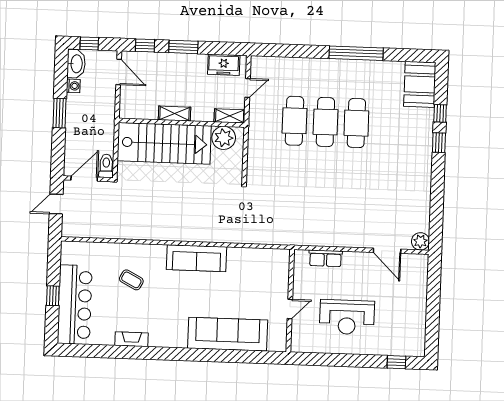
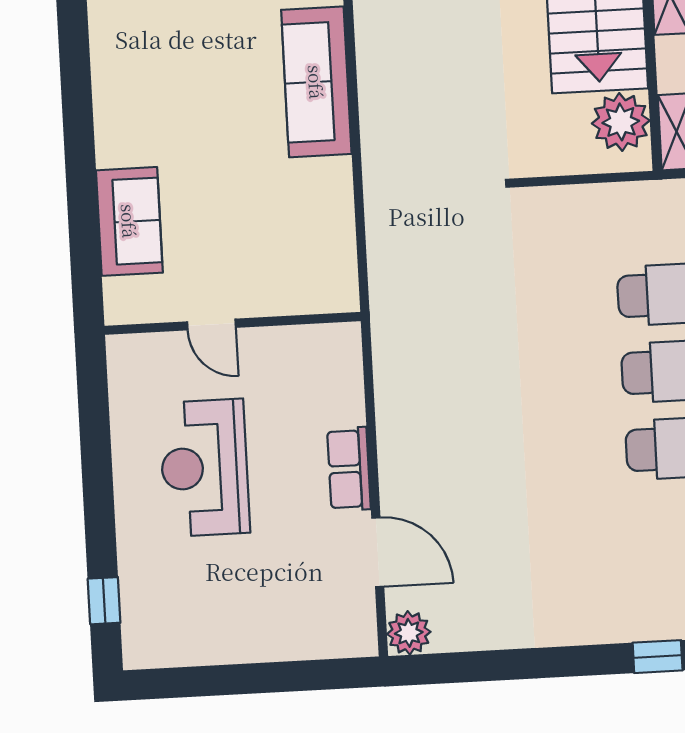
door: (387, 251) -> (378, 552), swing flipped
row of seats: (325, 258) -> (349, 469), moved
sofa: (228, 334) -> (129, 221), width x0.54, depth x0.79

